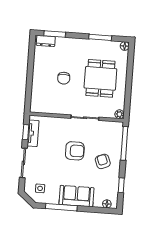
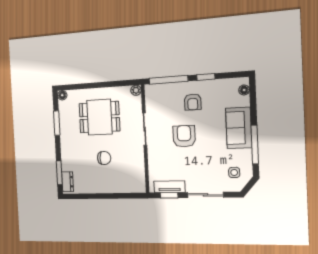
armchair: (103, 161) -> (193, 102), turned -68
window: (121, 185) -> (206, 77), moved

